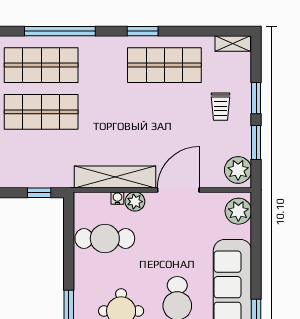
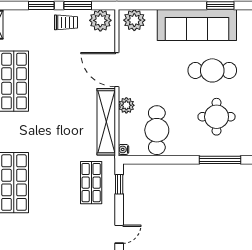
trolley: (220, 107) -> (66, 22), moved
shop shelf: (41, 112) -> (91, 183), moved, width x0.70, depth x0.74
water cooler: (117, 198) -> (123, 149), moved

